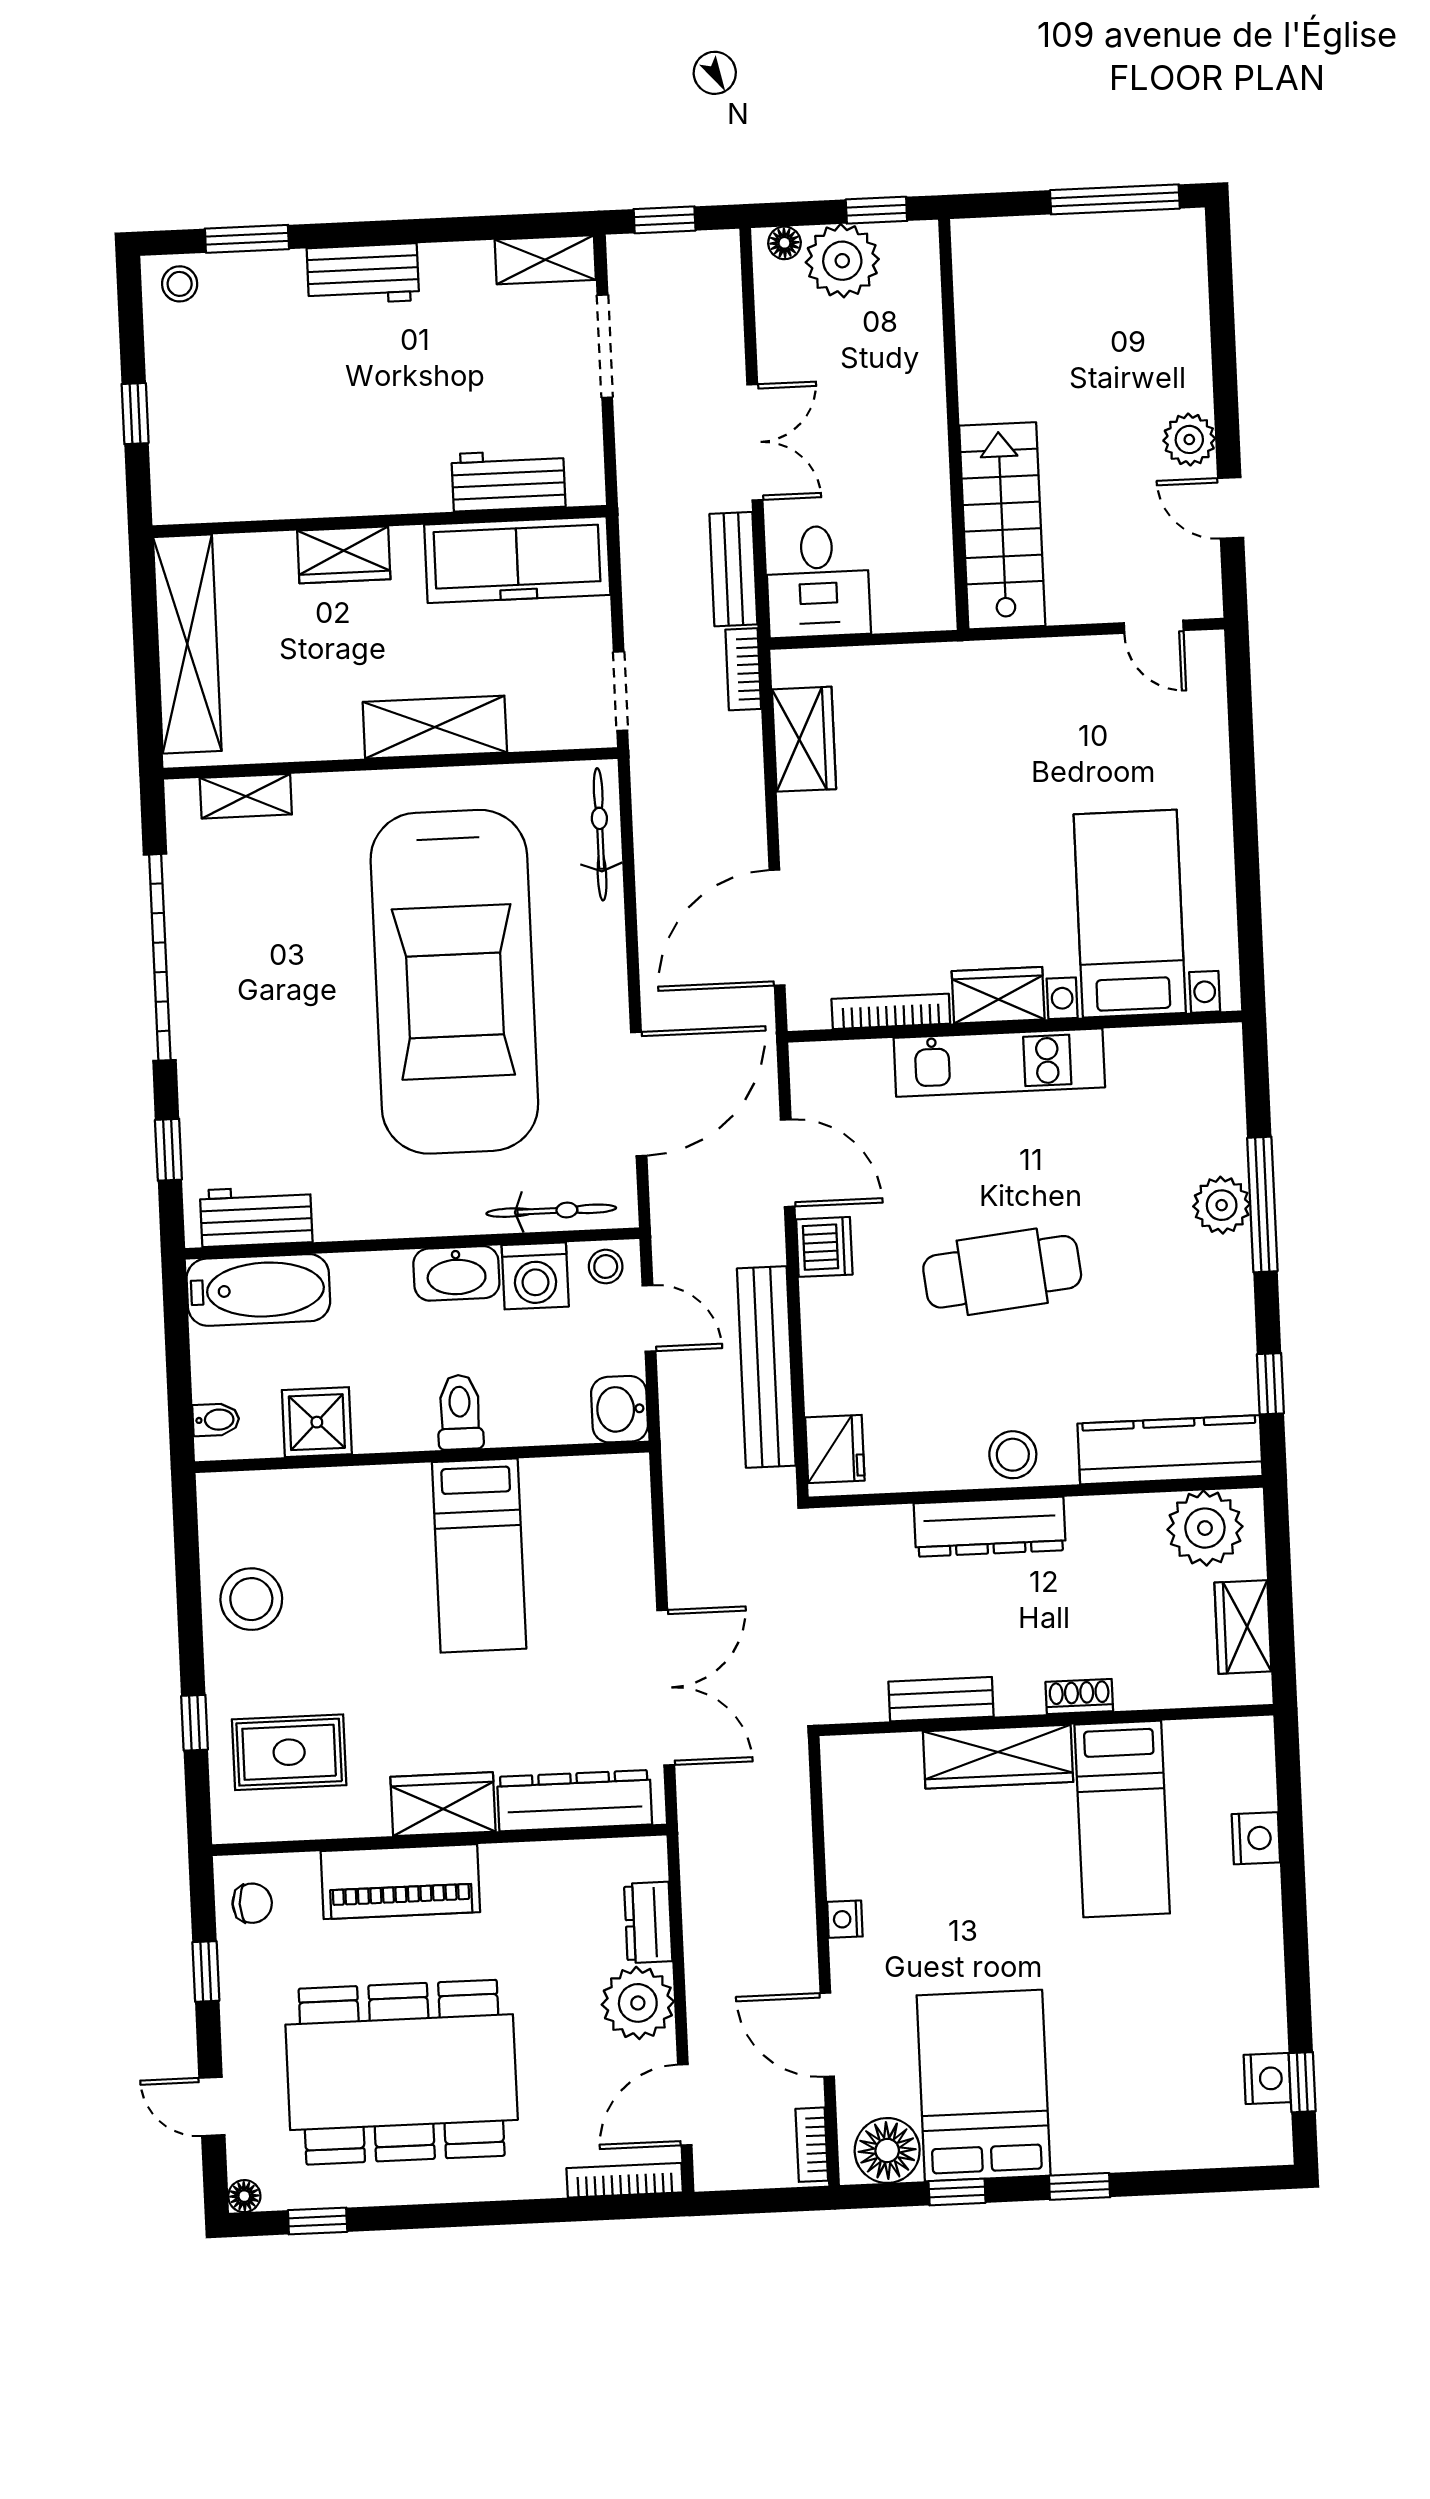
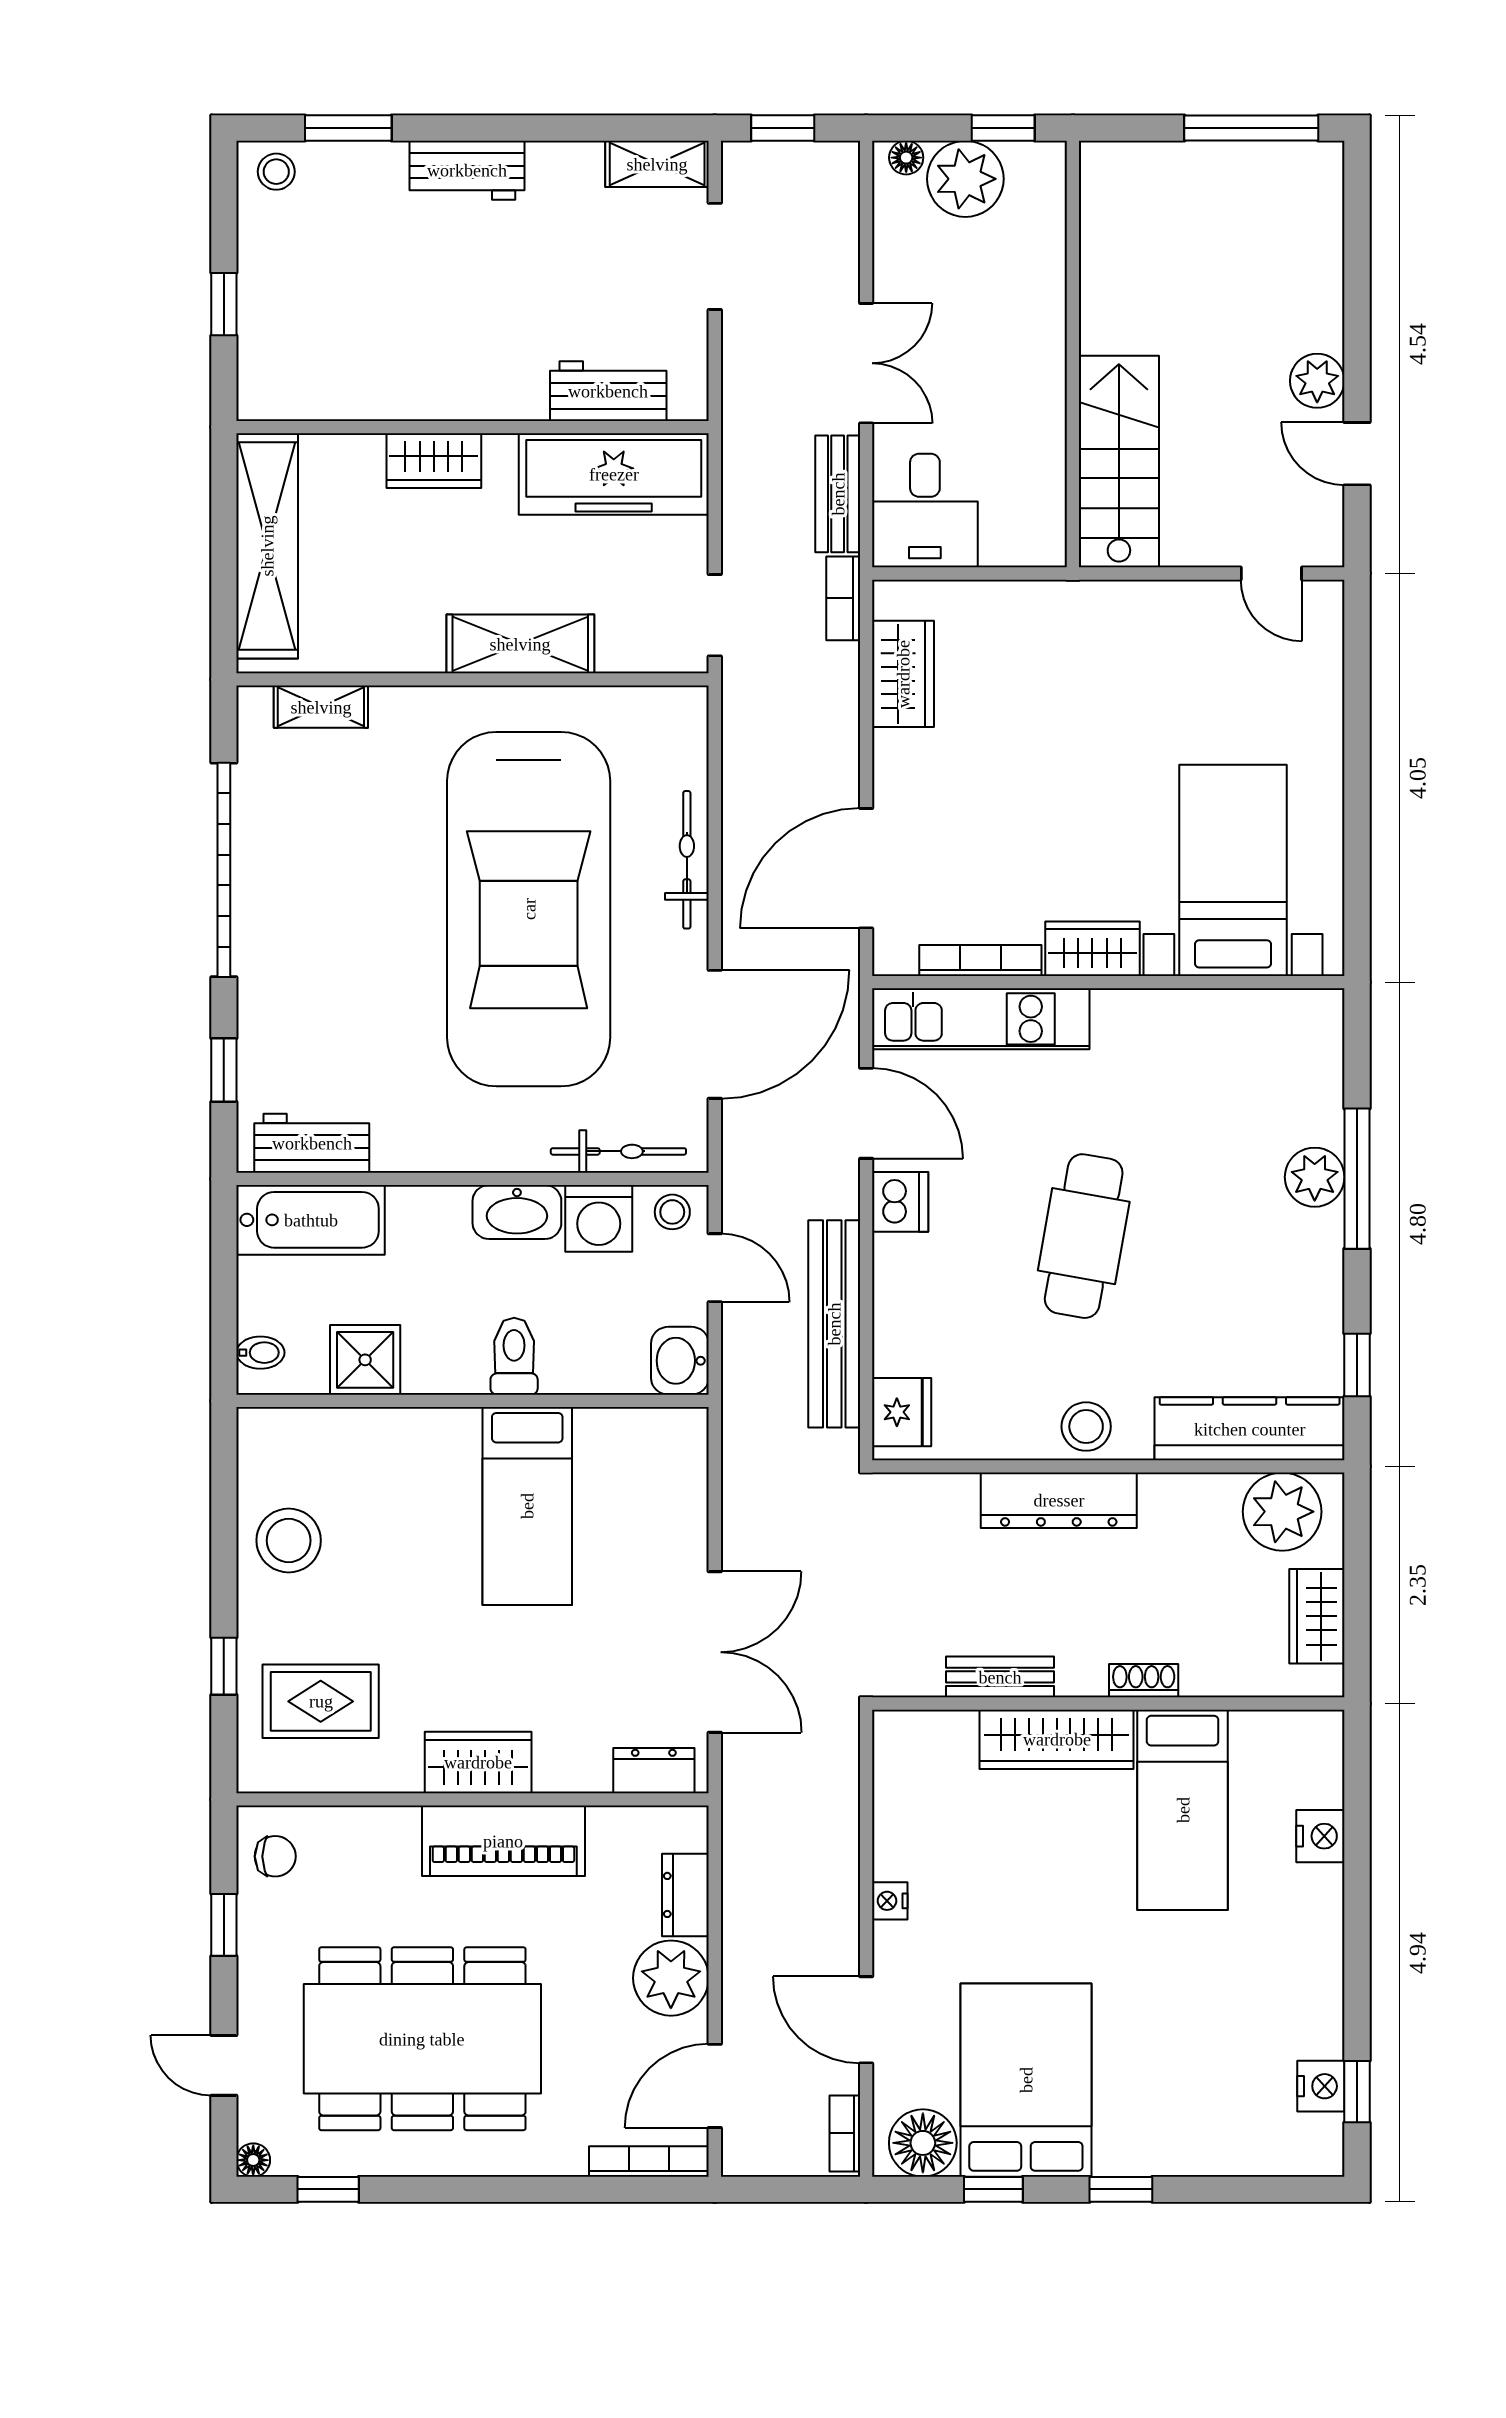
bicycle: (600, 834) -> (687, 860), moved
kitchen unit: (999, 1063) -> (981, 1019), moved
cafe table: (1002, 1272) -> (1084, 1236), turned -74
dresser: (575, 1801) -> (654, 1771), width x0.51, depth x0.80
piano: (400, 1882) -> (503, 1841), moved

